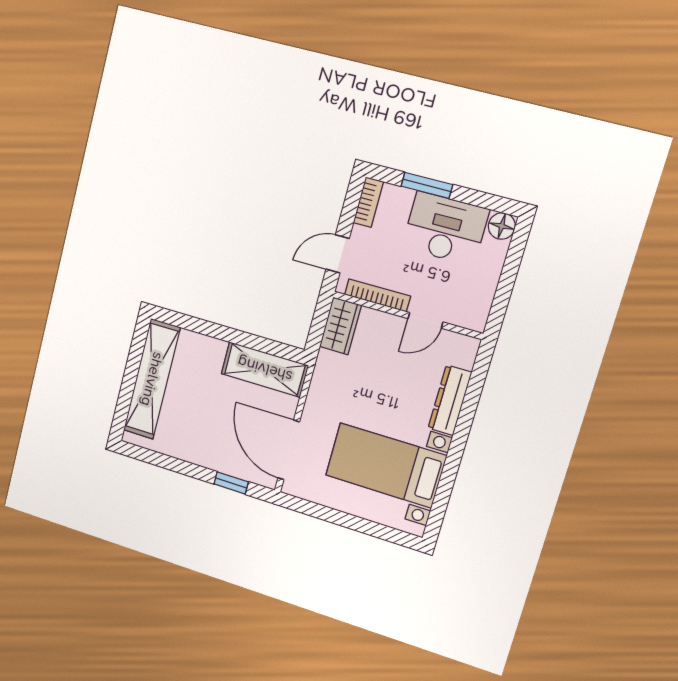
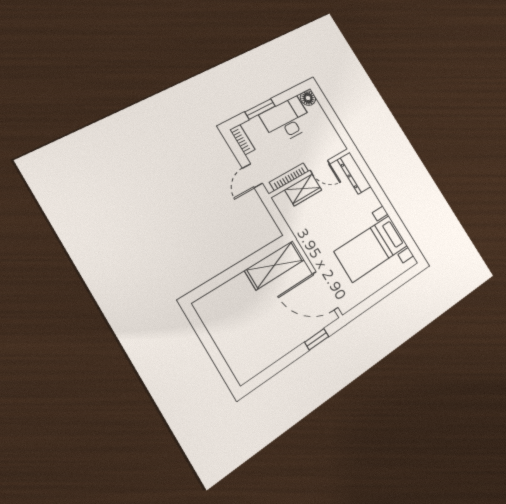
door: (425, 320) -> (320, 167), hinge flipped
wardrobe: (340, 326) -> (303, 190), moved, turned 90
shelving: (152, 379) -> (223, 334), removed
dresser: (450, 400) -> (354, 173), moved

